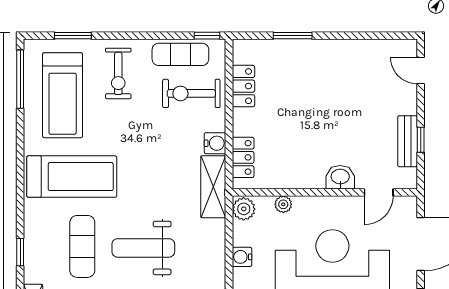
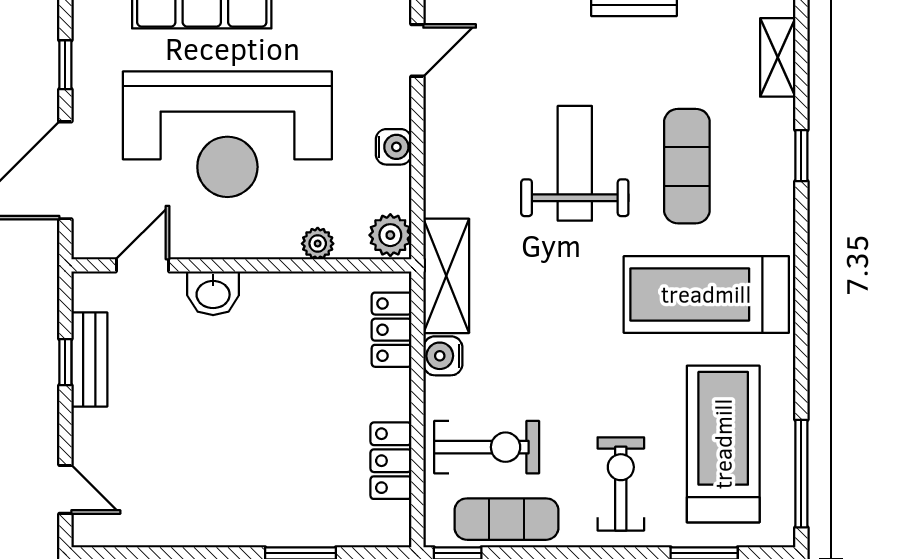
weight bench: (143, 248) -> (575, 163), turned -90

